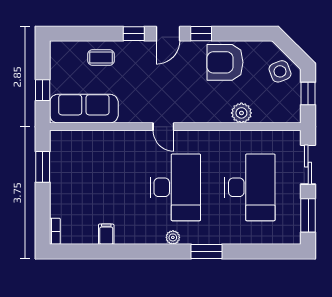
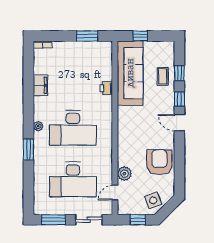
window: (201, 34) -> (179, 73), moved
sofa: (84, 109) -> (130, 73), width x1.36, depth x1.27
door: (163, 127) -> (115, 193), moved
printer: (118, 139) -> (106, 88), added
filing cabinet: (106, 234) -> (40, 85), width x2.00

